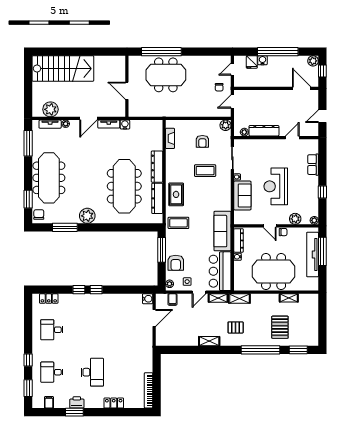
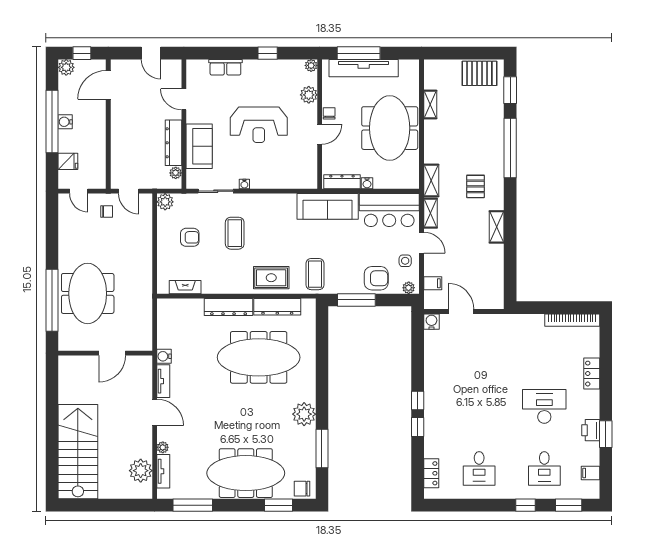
water cooler: (262, 60) -> (65, 122), moved
sofa: (242, 196) -> (199, 146), moved, turned 90
pallet: (280, 327) -> (479, 73), moved

